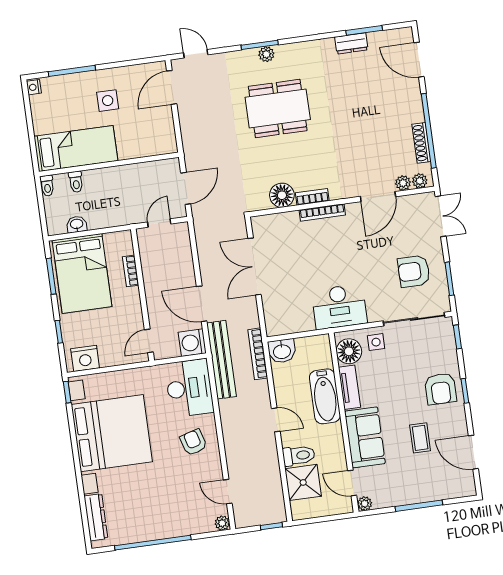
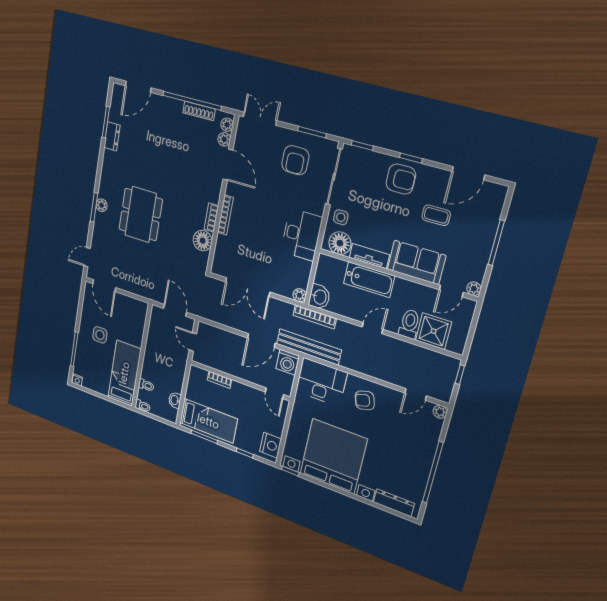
bed: (82, 273) -> (208, 421), width x0.67
plant: (273, 328) -> (299, 295), added

